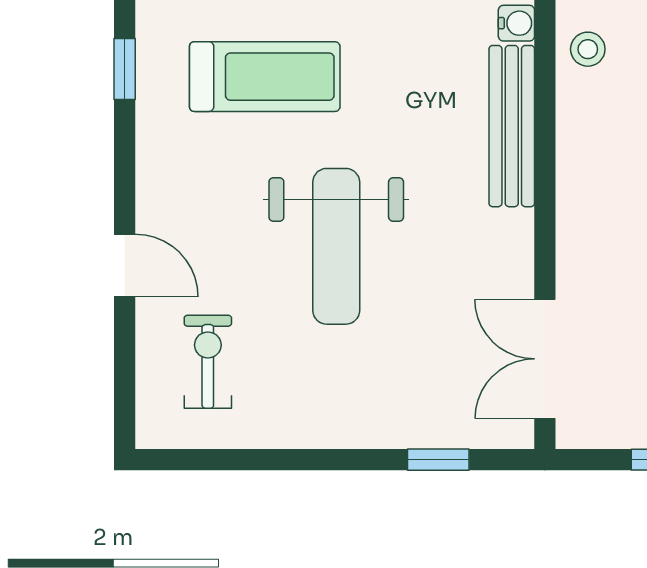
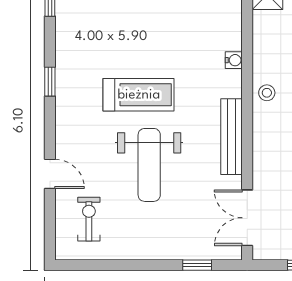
stool: (588, 49) -> (267, 93), moved
treadmill: (265, 77) -> (139, 95), moved
bench: (512, 126) -> (232, 137), moved

